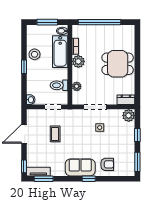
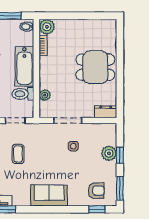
window: (100, 22) -> (73, 16), removed
bathtub: (60, 52) -> (24, 66), moved
plant: (78, 61) -> (47, 27), moved
plant: (129, 115) -> (109, 153), moved
armchair: (107, 164) -> (96, 191), moved
window: (89, 179) -> (97, 209), moved

